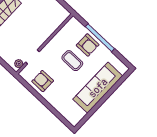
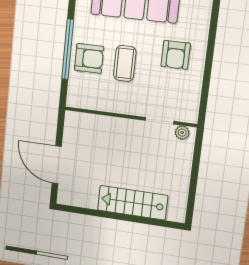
armchair: (88, 45) -> (89, 58), turned 90
armchair: (43, 81) -> (176, 55), moved

